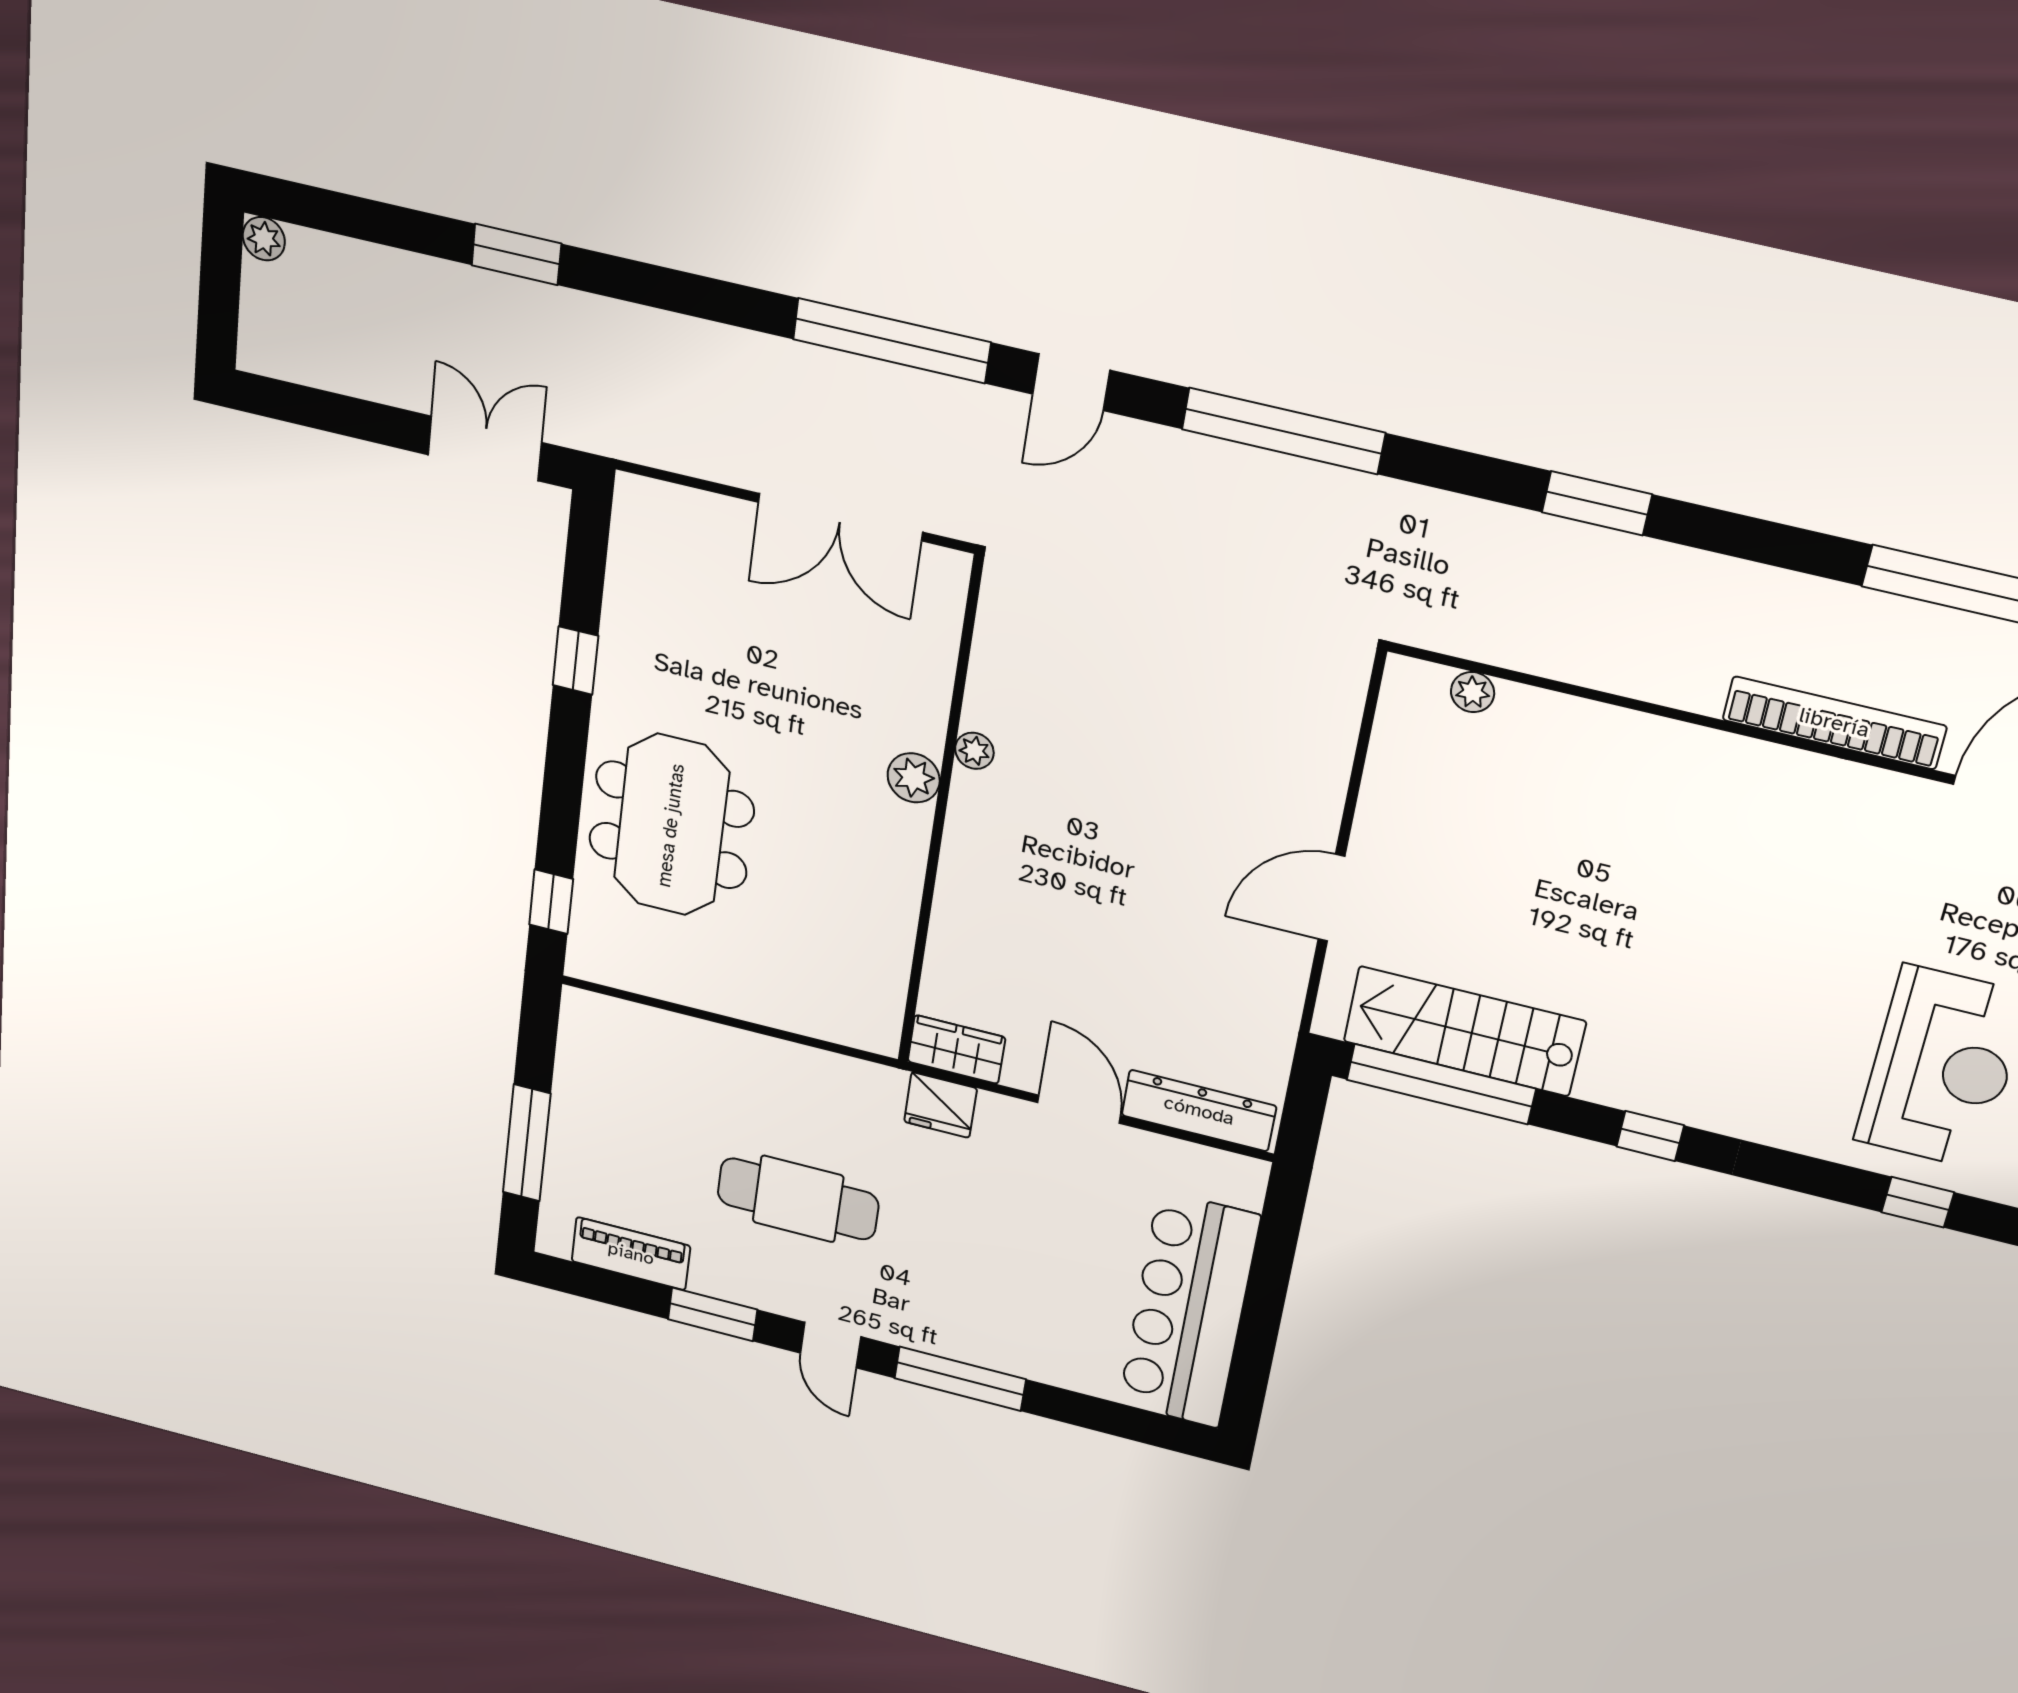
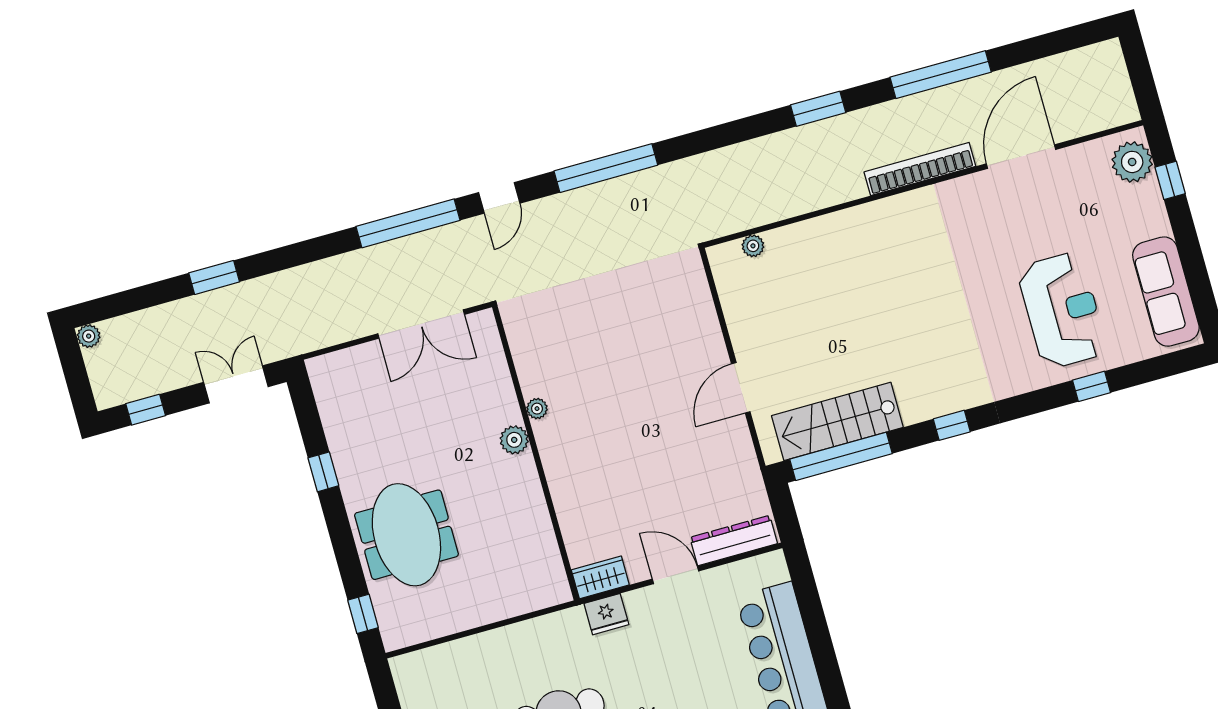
window: (317, 409) -> (146, 410), added
window: (1597, 503) -> (818, 109), moved

